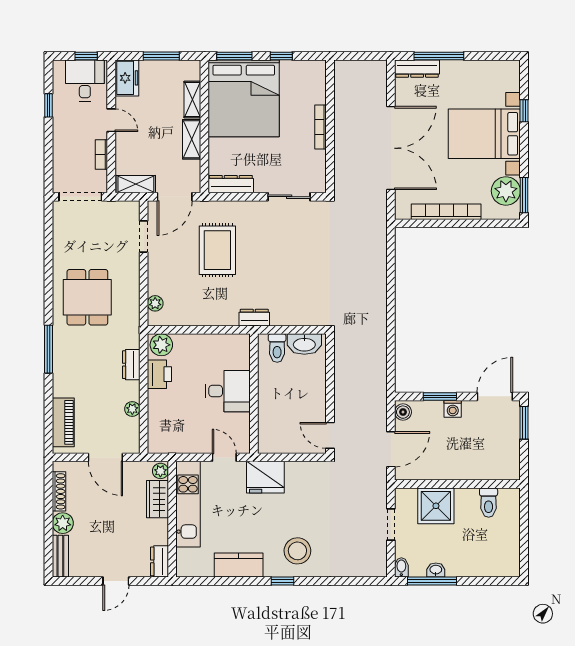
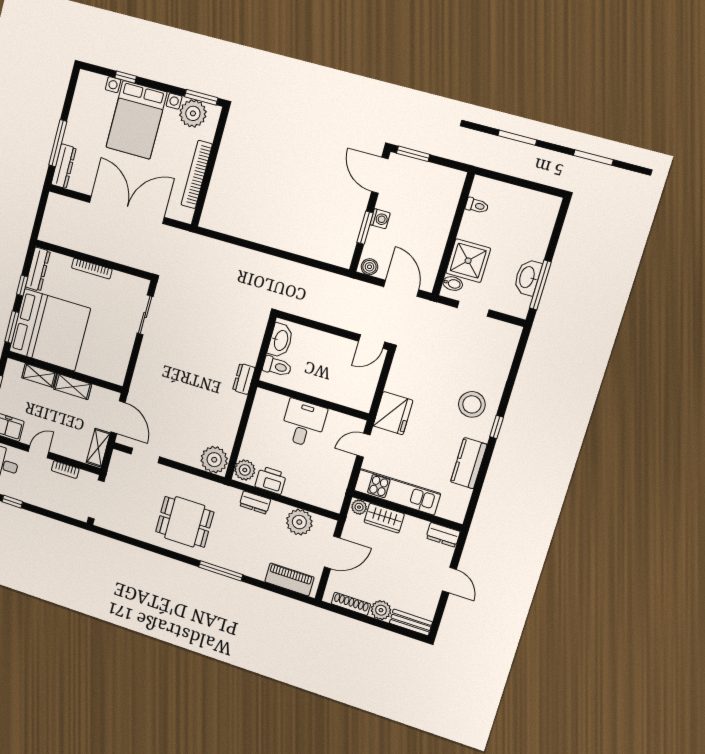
dresser: (231, 184) -> (38, 269), moved, turned 180
rug: (217, 250) -> (175, 394), removed
plant: (155, 303) -> (214, 460), width x1.87, depth x1.87
plant: (132, 409) -> (299, 522), width x1.87, depth x1.87
toilet: (489, 503) -> (477, 206), width x0.73, depth x0.72
bidet: (401, 567) -> (453, 284), moved, turned 180
washbasin: (436, 570) -> (528, 277), width x1.91, depth x1.45

